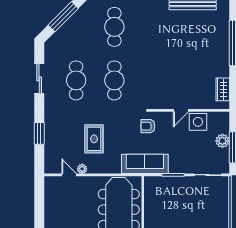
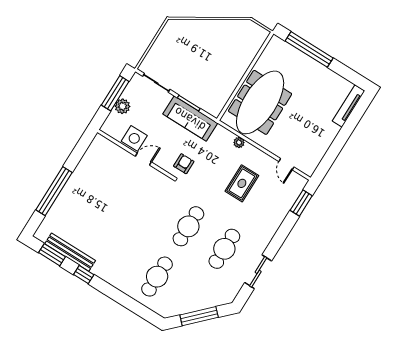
wardrobe: (223, 89) -> (92, 154), removed
armchair: (148, 126) -> (184, 164), turned -90
window: (39, 133) -> (301, 203), moved
sofa: (145, 164) -> (190, 119), moved
plant: (82, 169) -> (239, 142), moved

